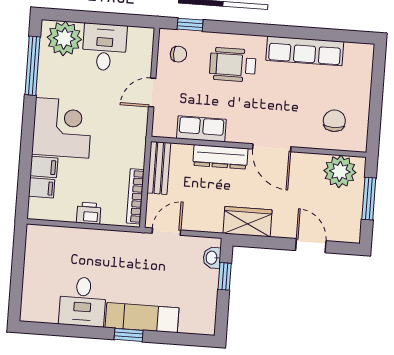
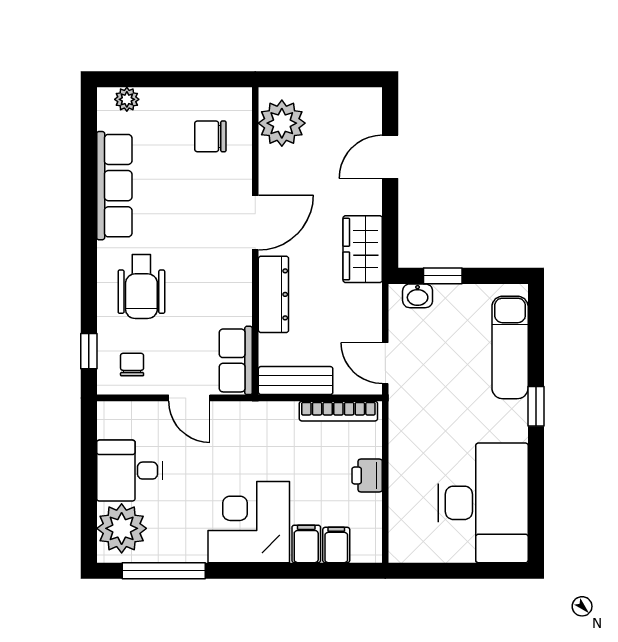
plant: (365, 64) -> (127, 99), added
row of seats: (201, 129) -> (236, 360), moved
window: (369, 199) -> (317, 79), removed
desk: (83, 302) -> (483, 503), width x1.87, depth x1.30
exam couch: (142, 318) -> (510, 347), moved

